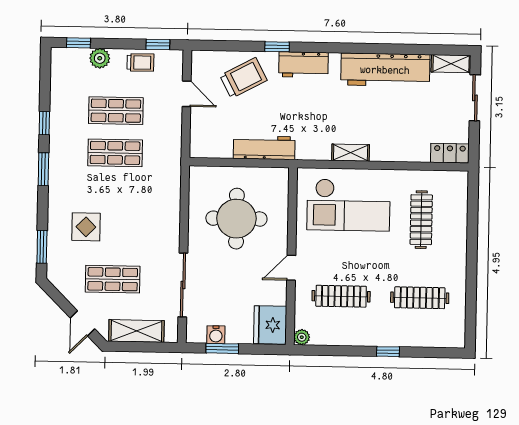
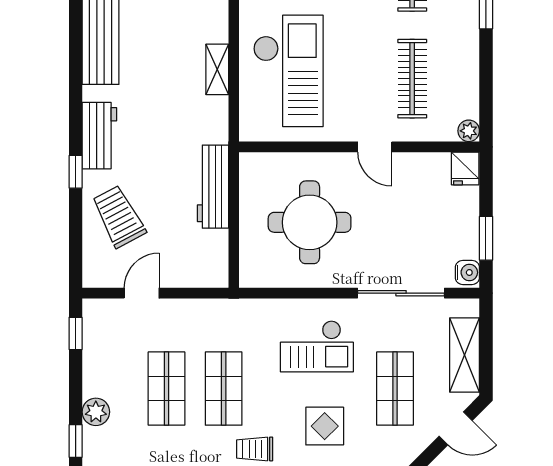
trolley: (140, 62) -> (255, 449), moved, turned -90
checkout: (145, 222) -> (317, 346), added
fridge: (270, 325) -> (465, 168), width x0.53, depth x0.75
water cooler: (216, 335) -> (467, 272), moved

